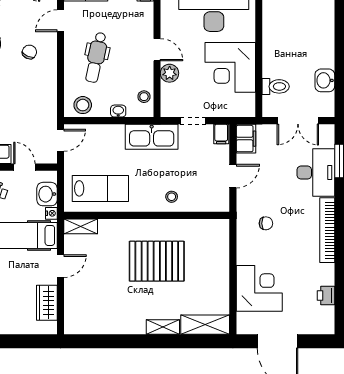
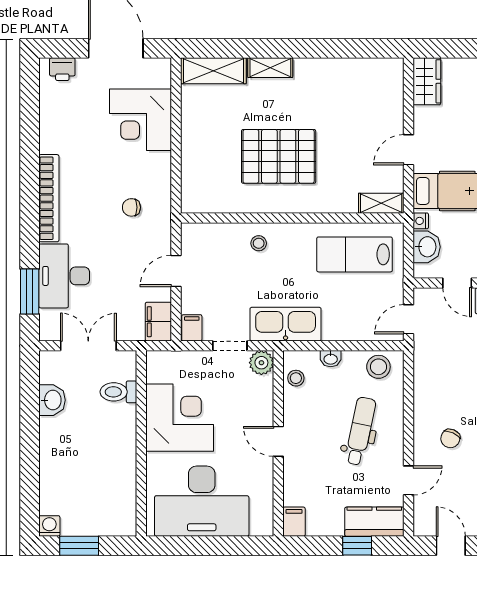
plant: (170, 73) -> (261, 363), moved
printer: (326, 296) -> (62, 69), moved, turned 90
wardrobe: (47, 303) -> (427, 81), moved

